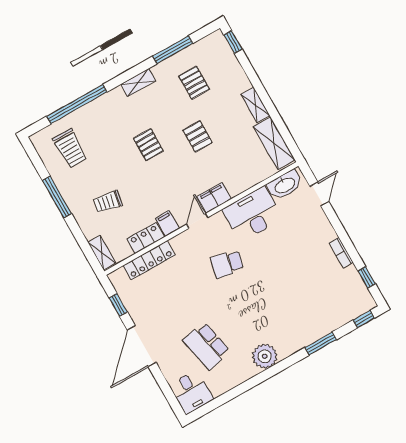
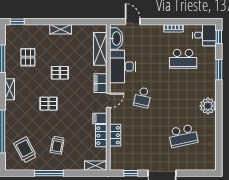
pallet: (194, 83) -> (28, 57), turned 90
shelving: (274, 143) -> (100, 49), moved, turned 90
trolley: (70, 148) -> (25, 150), turned -118
trolley: (108, 202) -> (57, 145), moved
door: (197, 221) -> (108, 100), swing flipped
locker: (149, 260) -> (115, 135), width x0.66
window: (367, 277) -> (196, 22), removed
school desk: (308, 288) -> (183, 59), added
desk: (191, 392) -> (205, 35), moved

